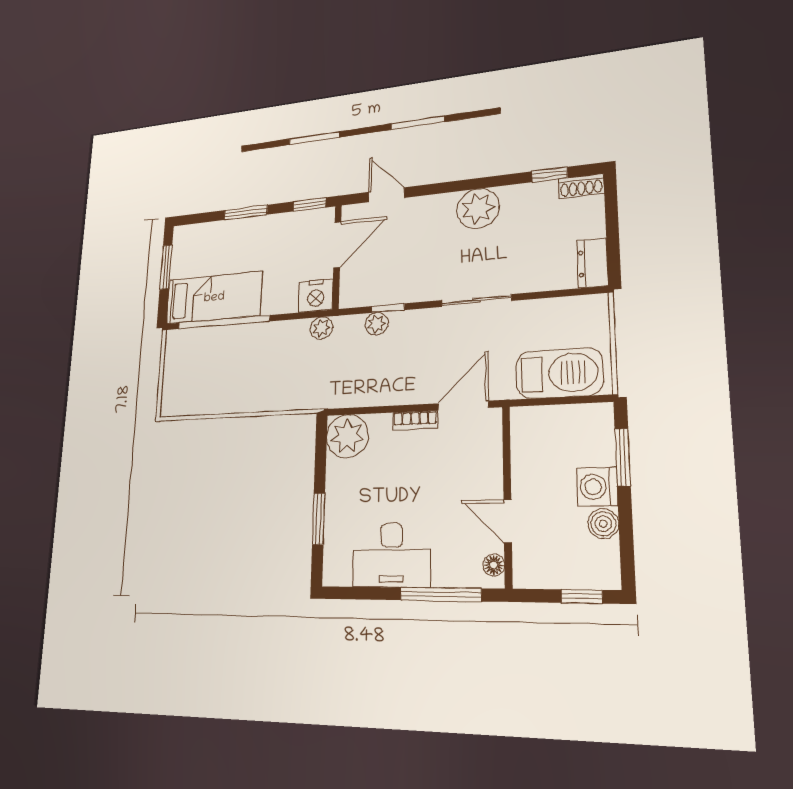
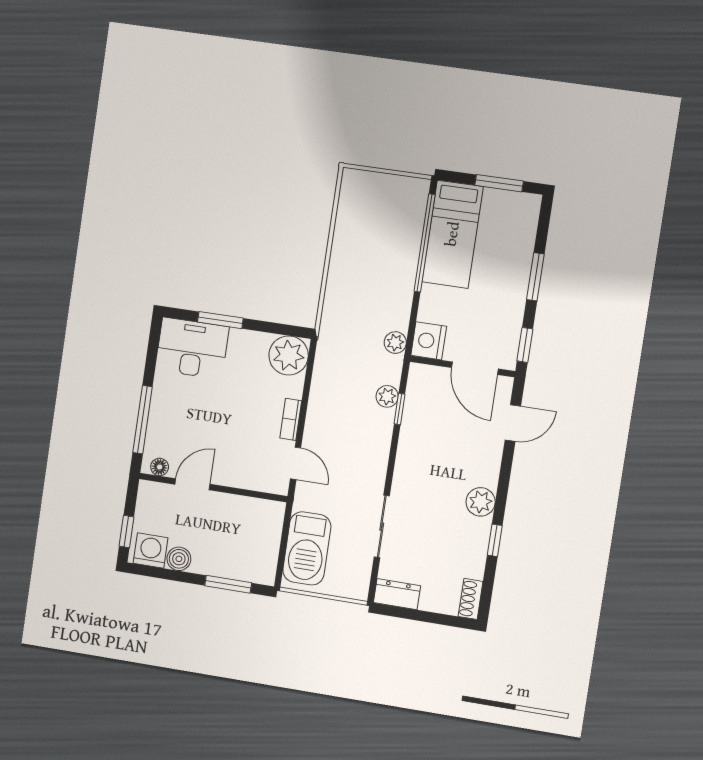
window: (549, 175) -> (495, 540), moved
plant: (478, 208) -> (481, 502), width x0.73, depth x0.73
sliding door: (476, 301) -> (382, 527), moved
door: (463, 406) -> (296, 463), width x0.73
washing machine: (597, 487) -> (151, 550), moved
desk: (391, 555) -> (192, 348), moved, turned 90

